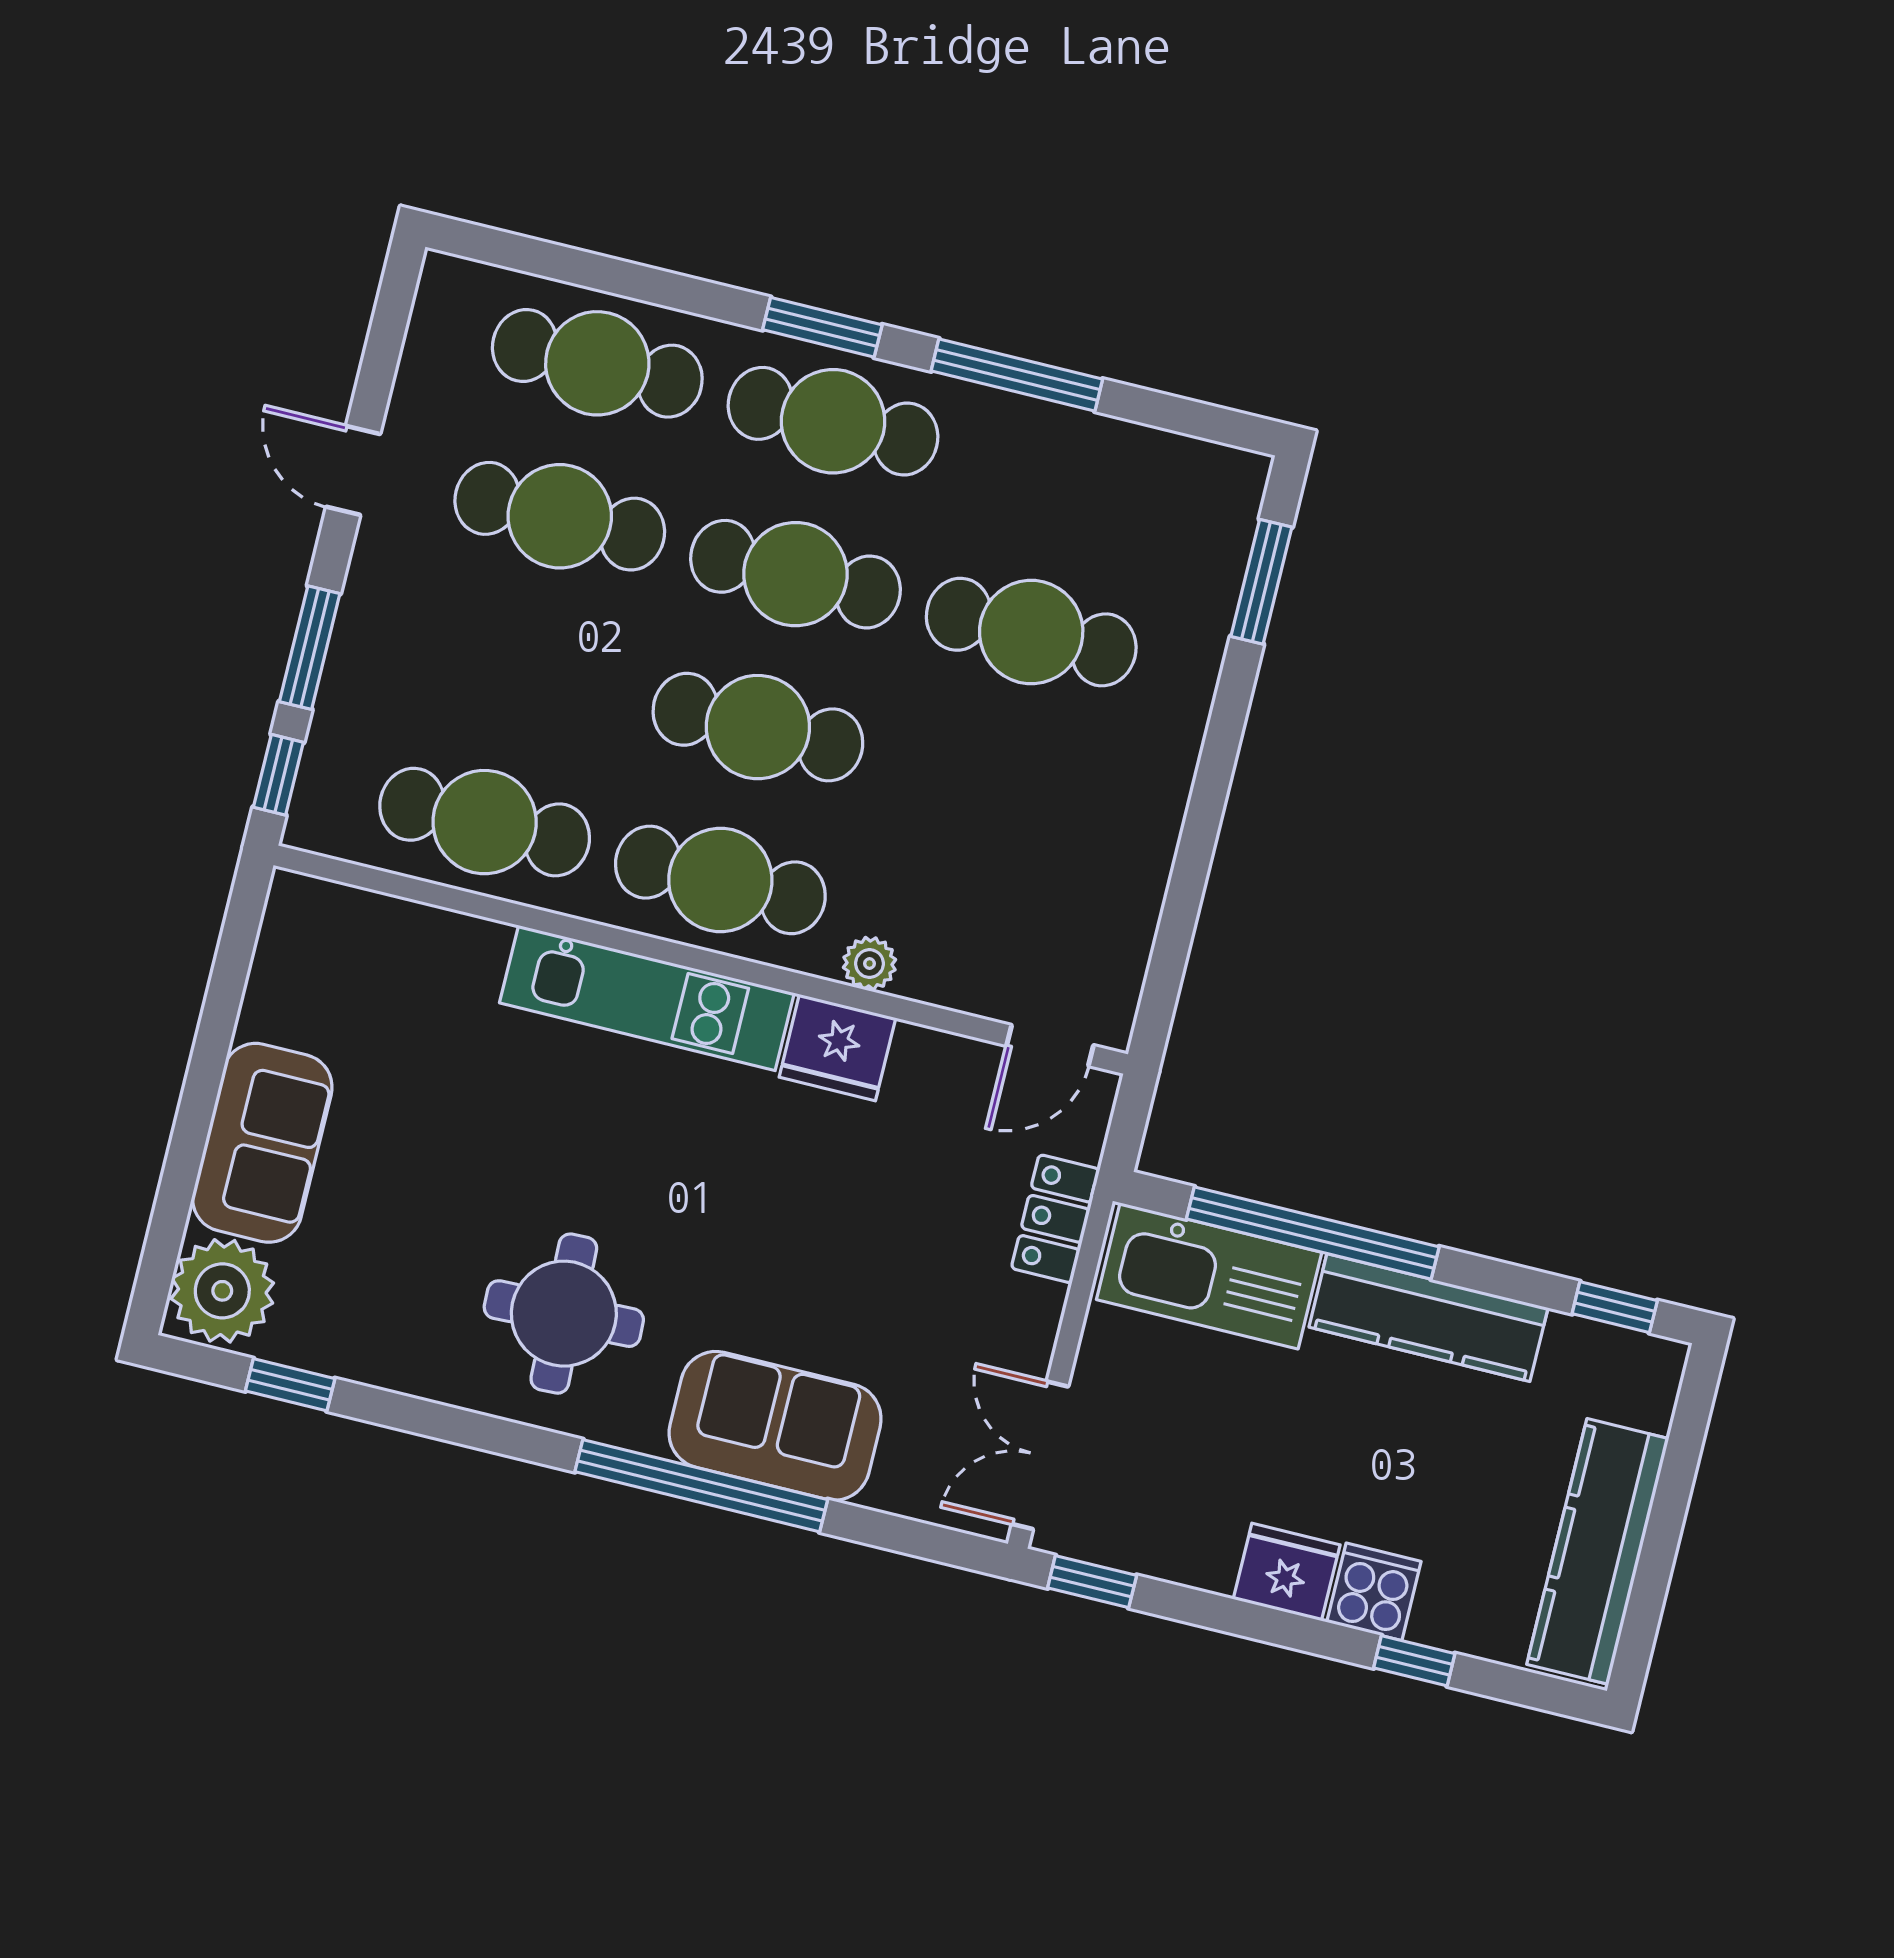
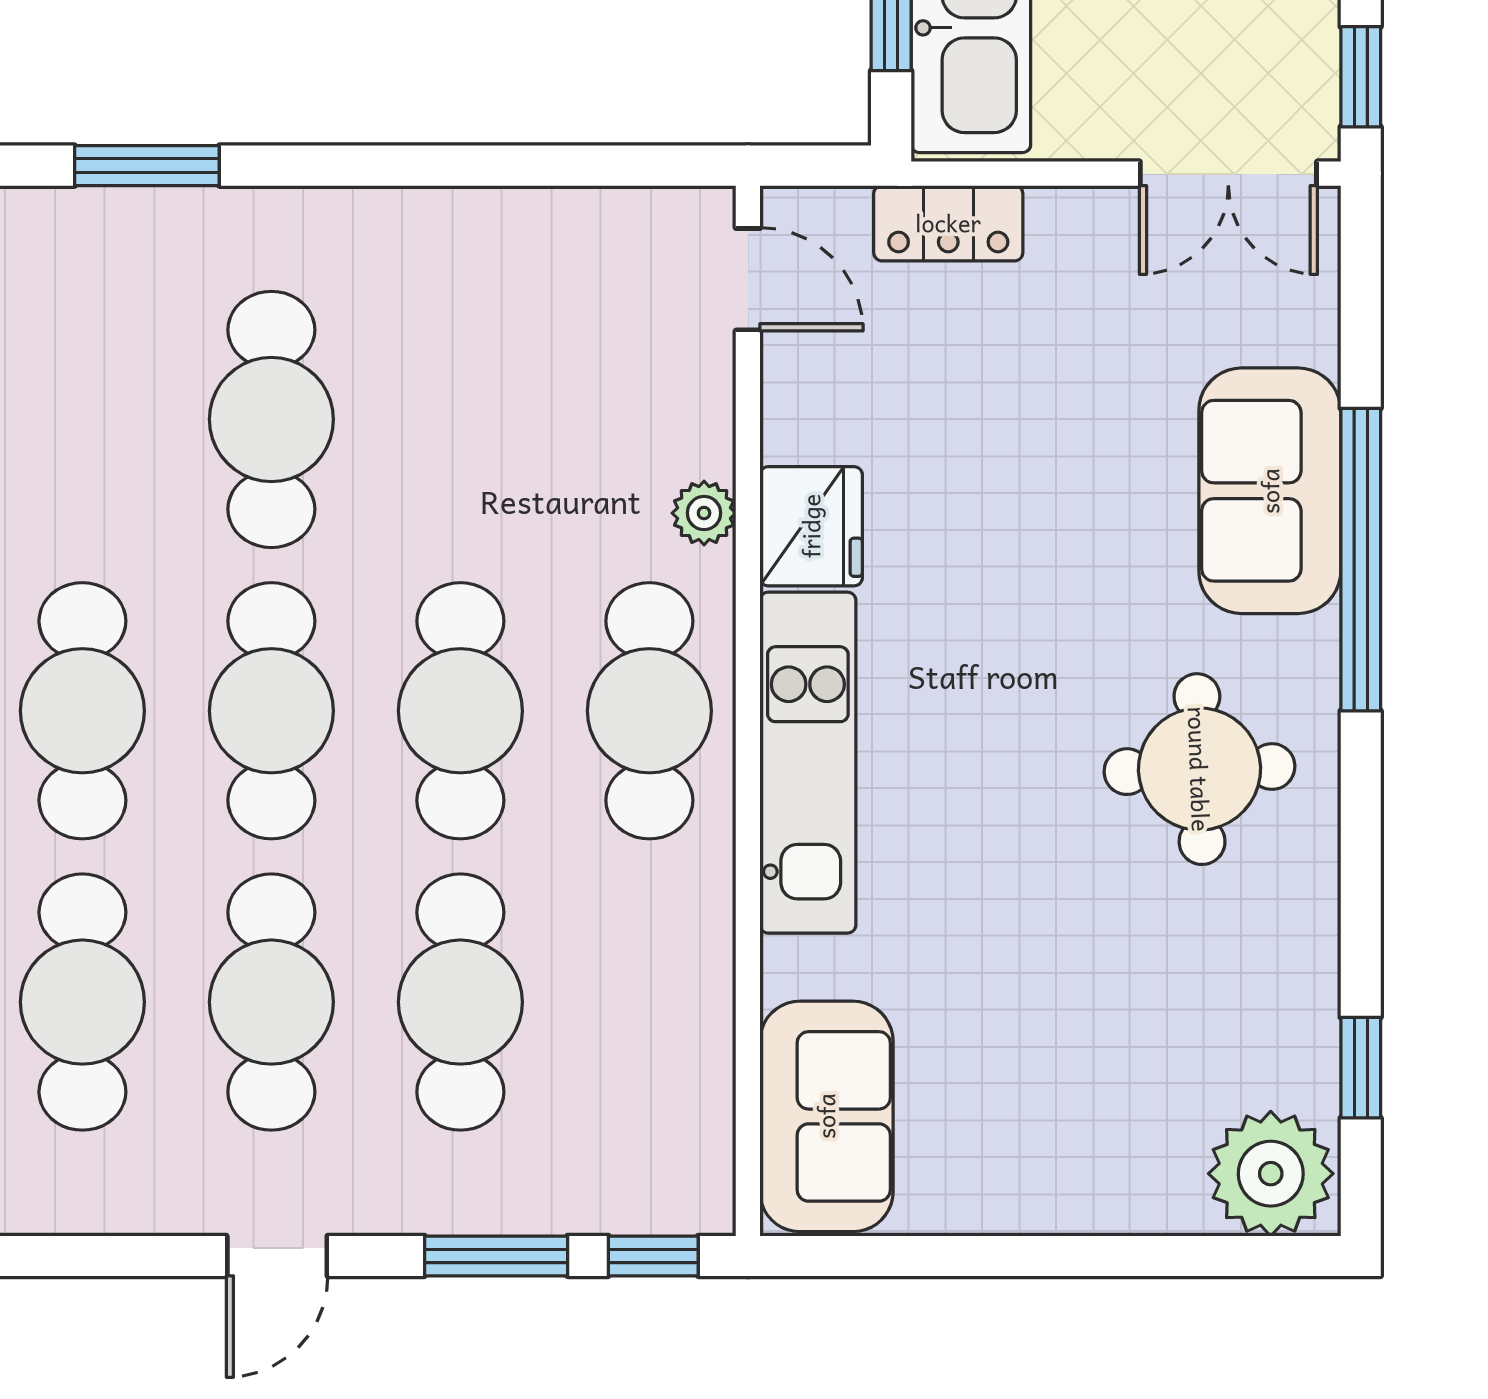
cafe table: (485, 822) -> (460, 1002), moved
sofa: (262, 1143) -> (826, 1116), moved, turned 90

